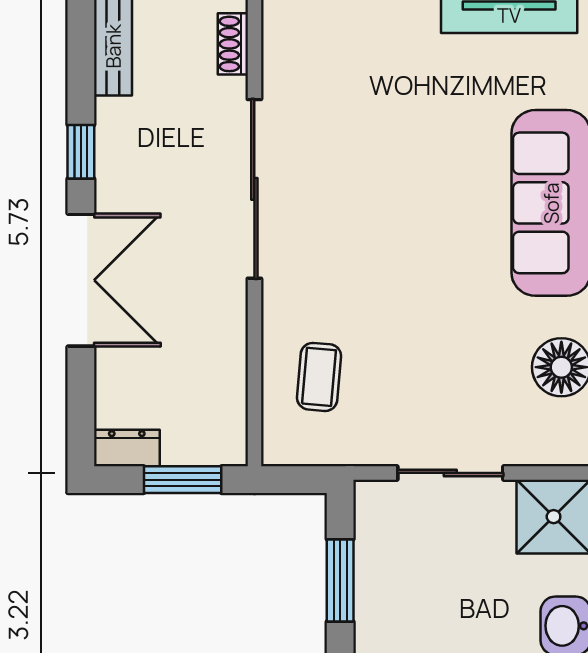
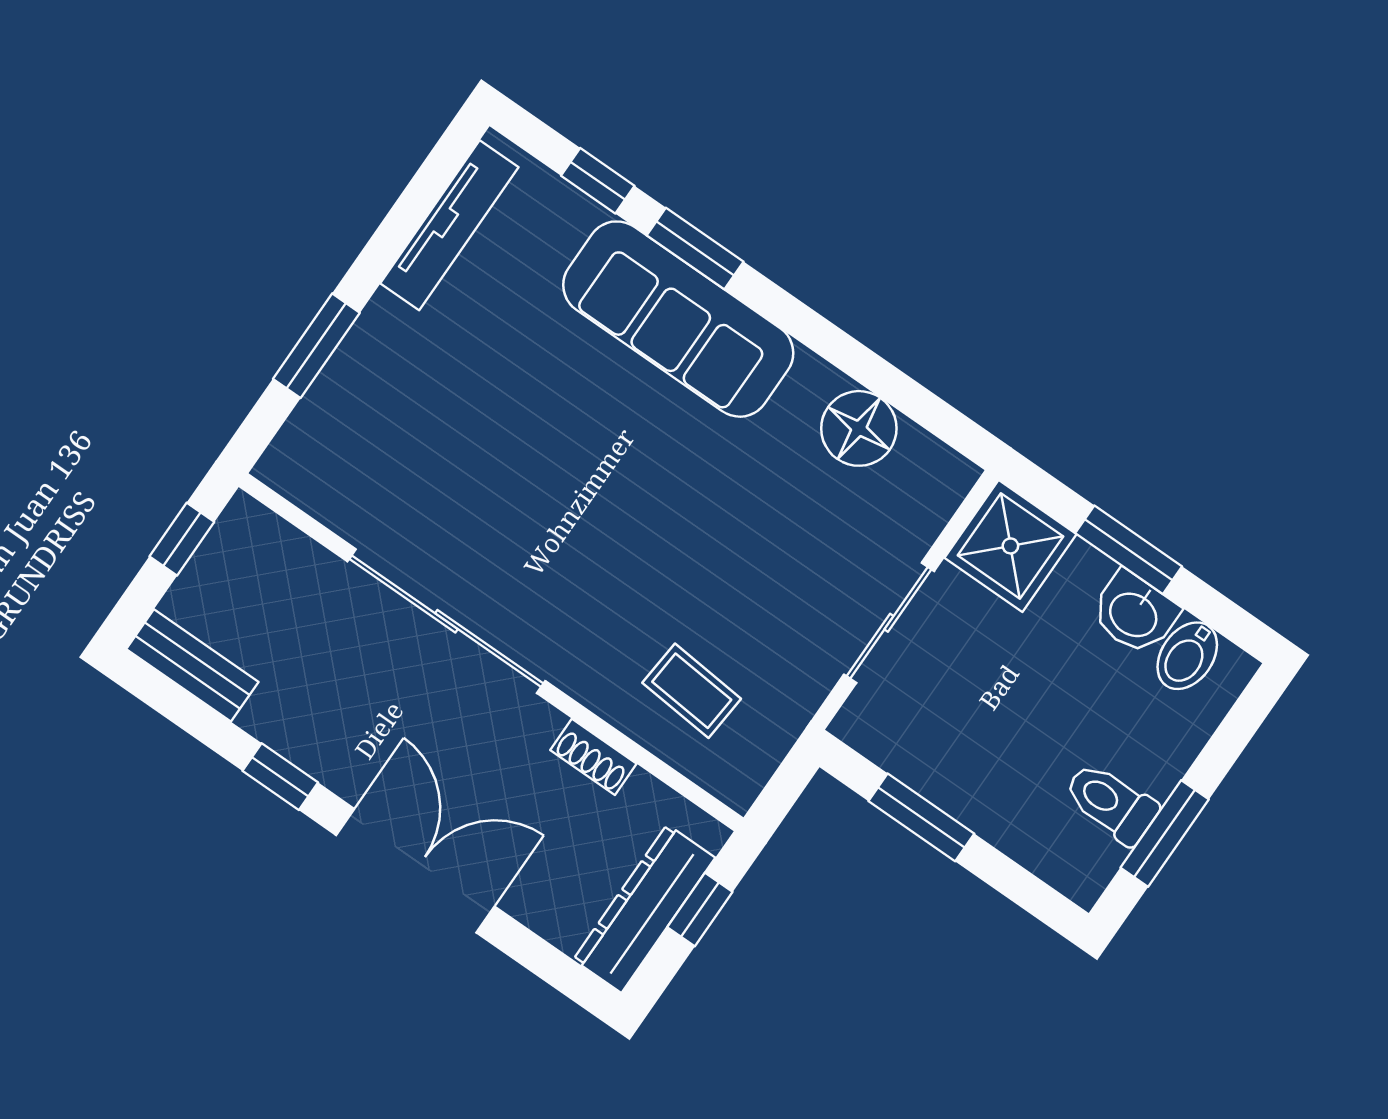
shoe rack: (233, 44) -> (593, 757), moved
dresser: (127, 448) -> (644, 909), width x1.96, depth x1.24
window: (183, 480) -> (700, 910), width x0.67

